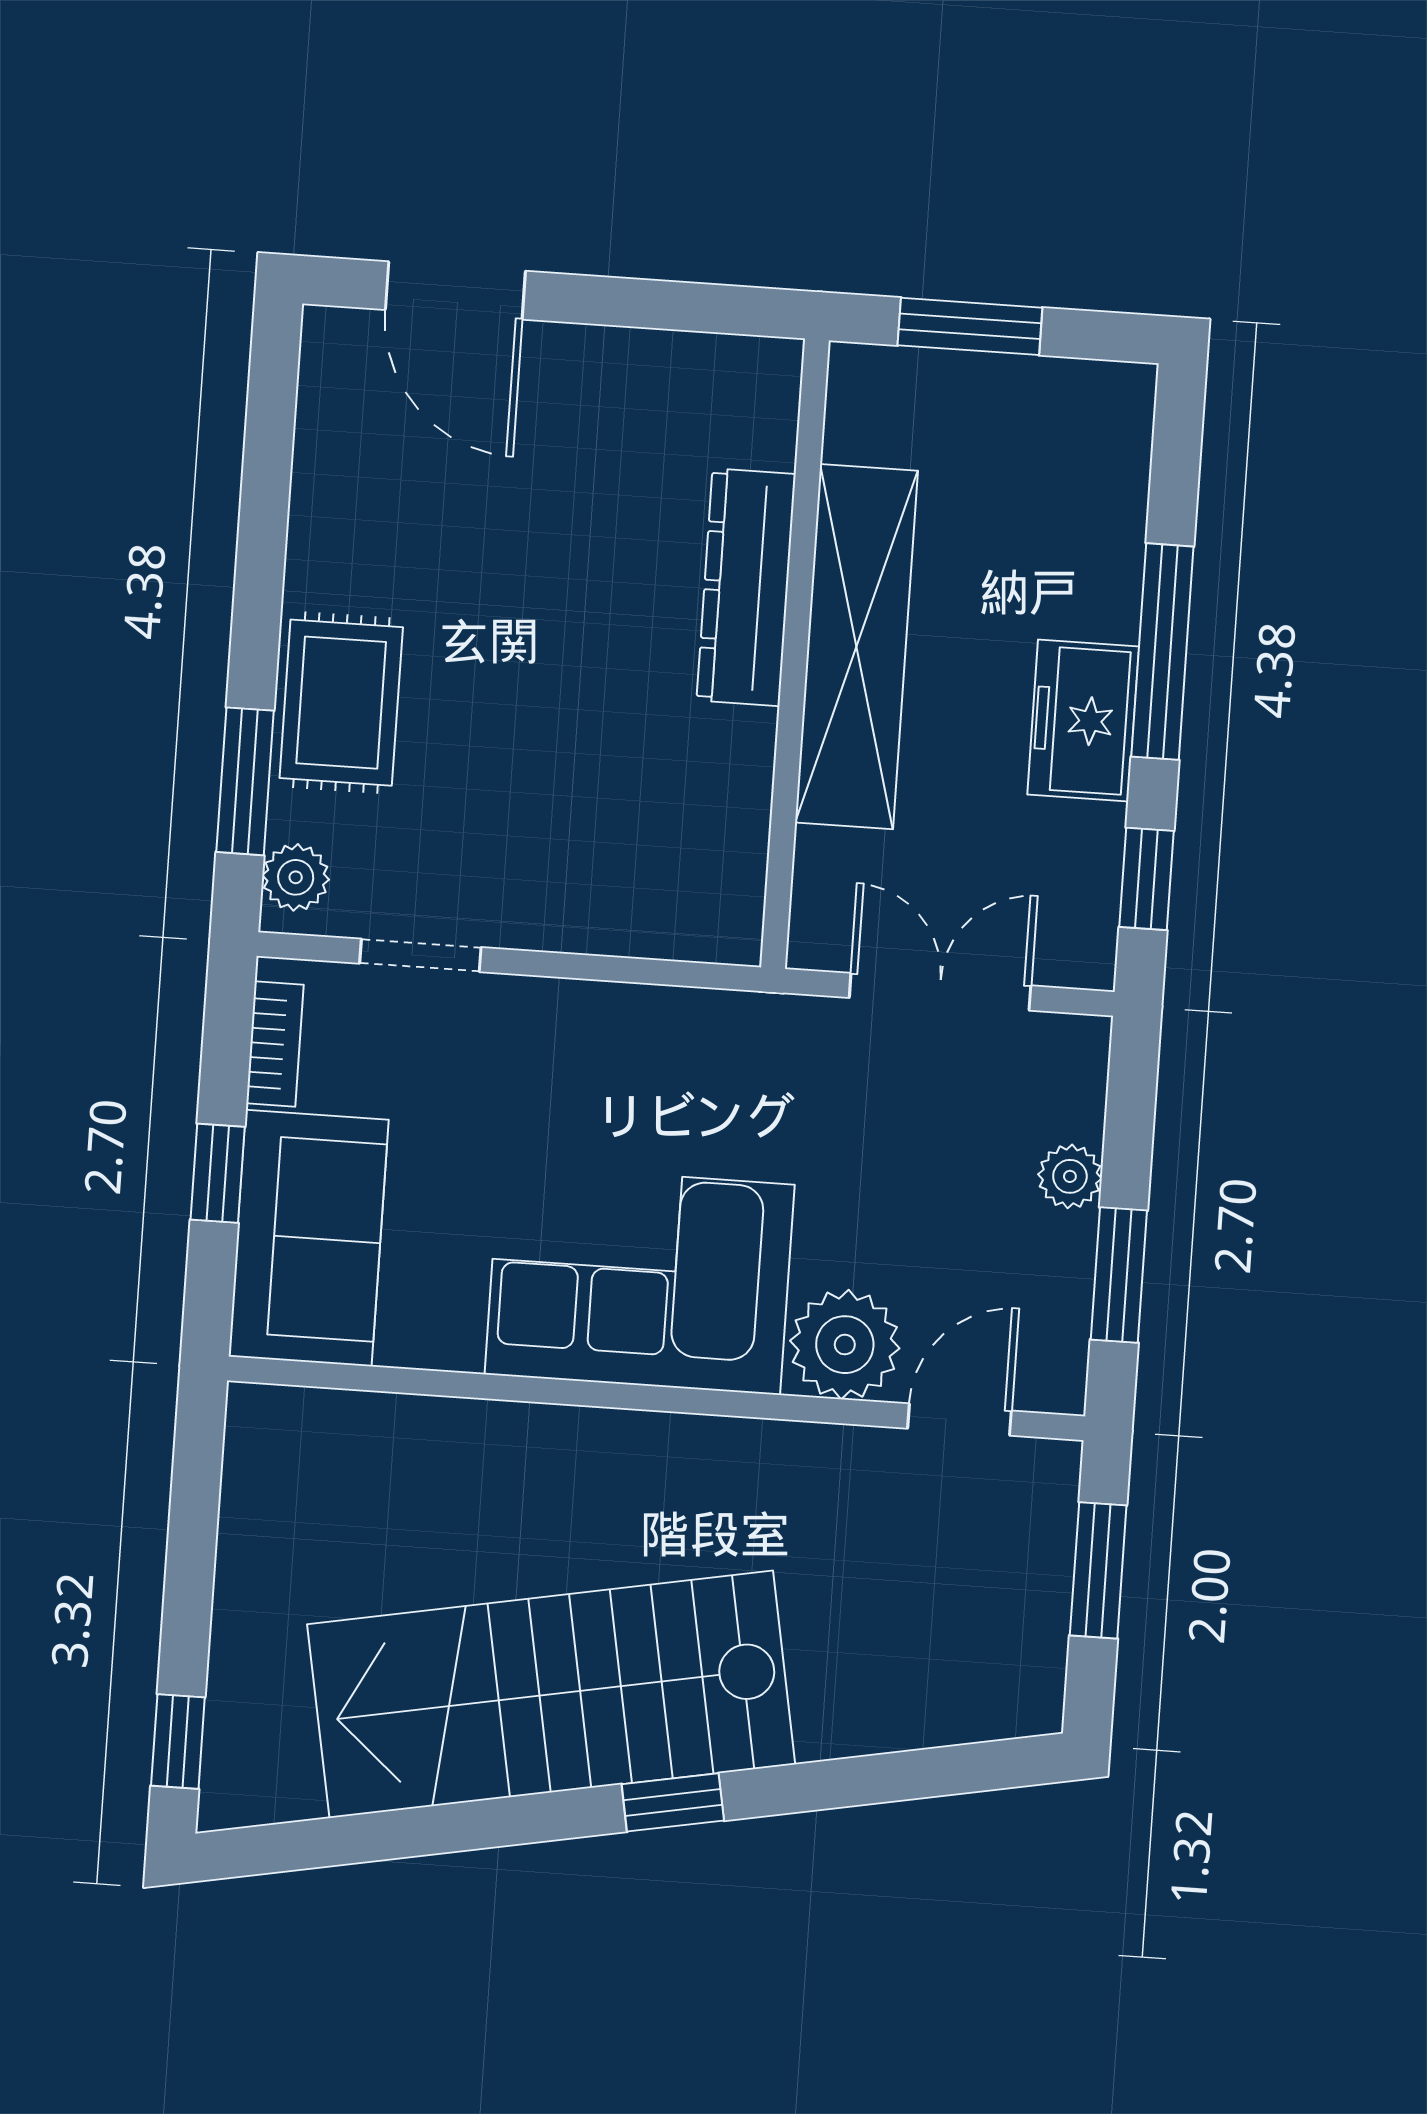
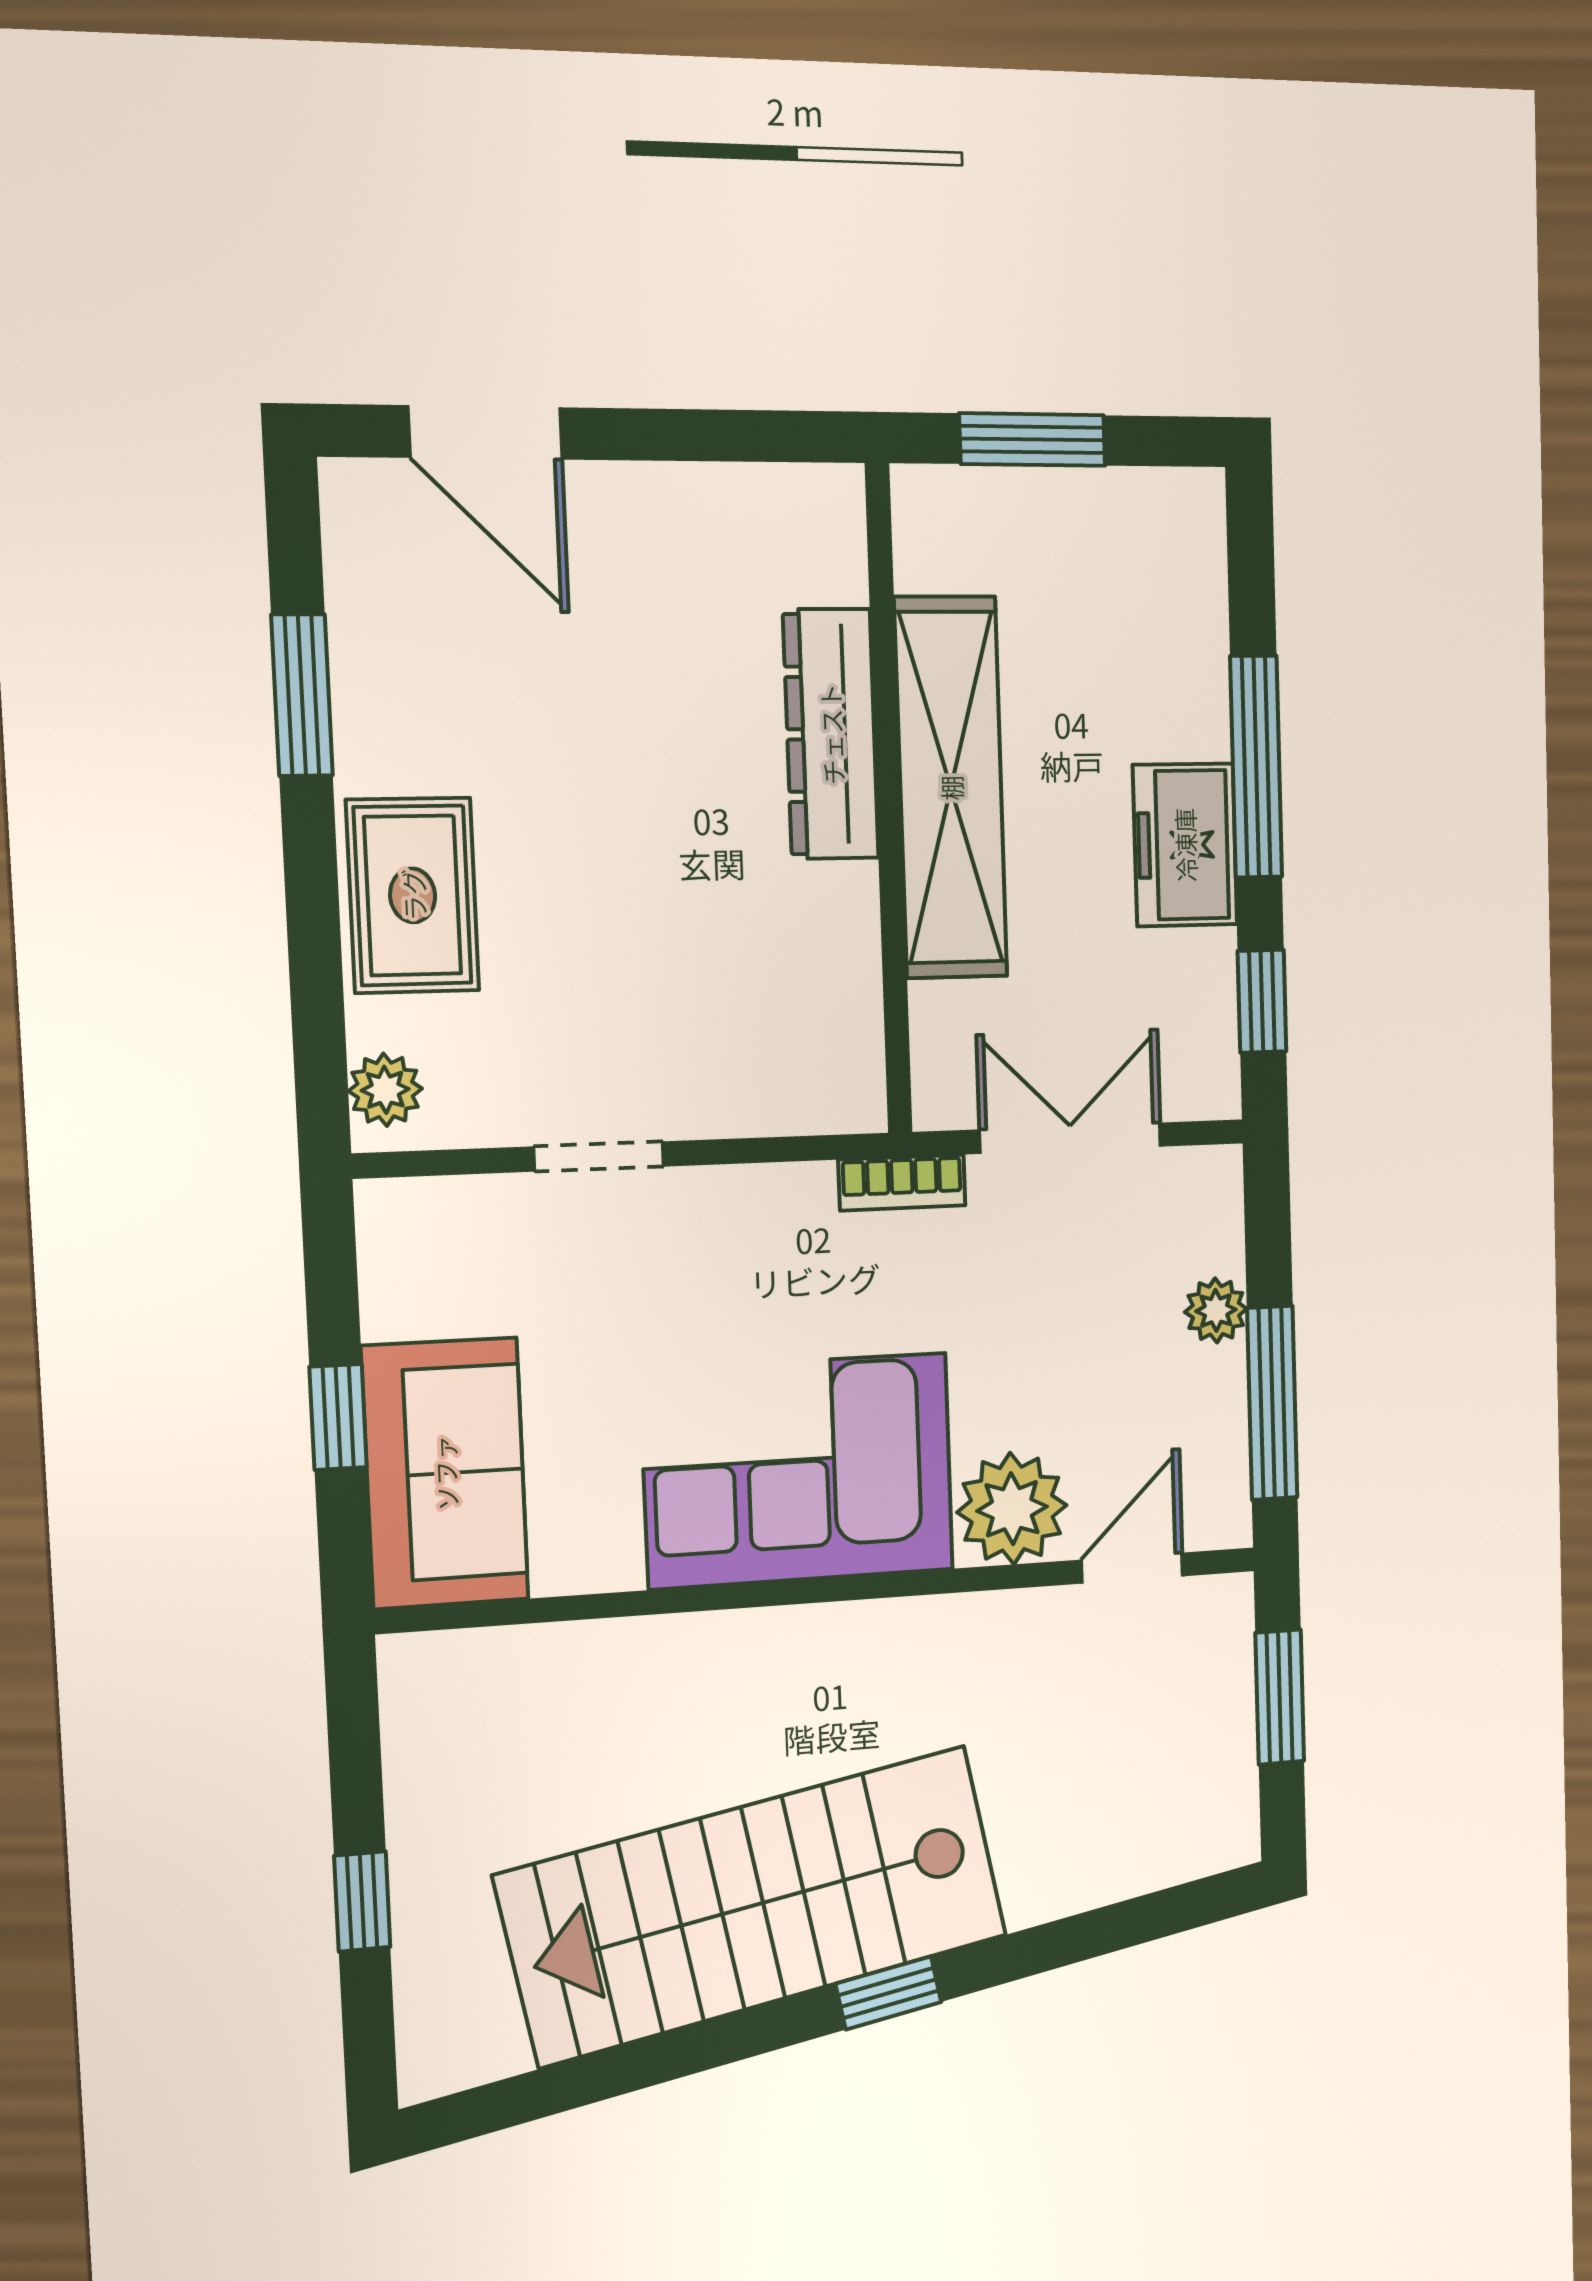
window: (245, 781) -> (302, 695), moved
doorway: (420, 955) -> (599, 1157), moved
bookcase: (275, 1044) -> (902, 1183), moved, turned 90
window: (1119, 1275) -> (1272, 1403), width x1.44
window: (178, 1742) -> (362, 1902), moved

